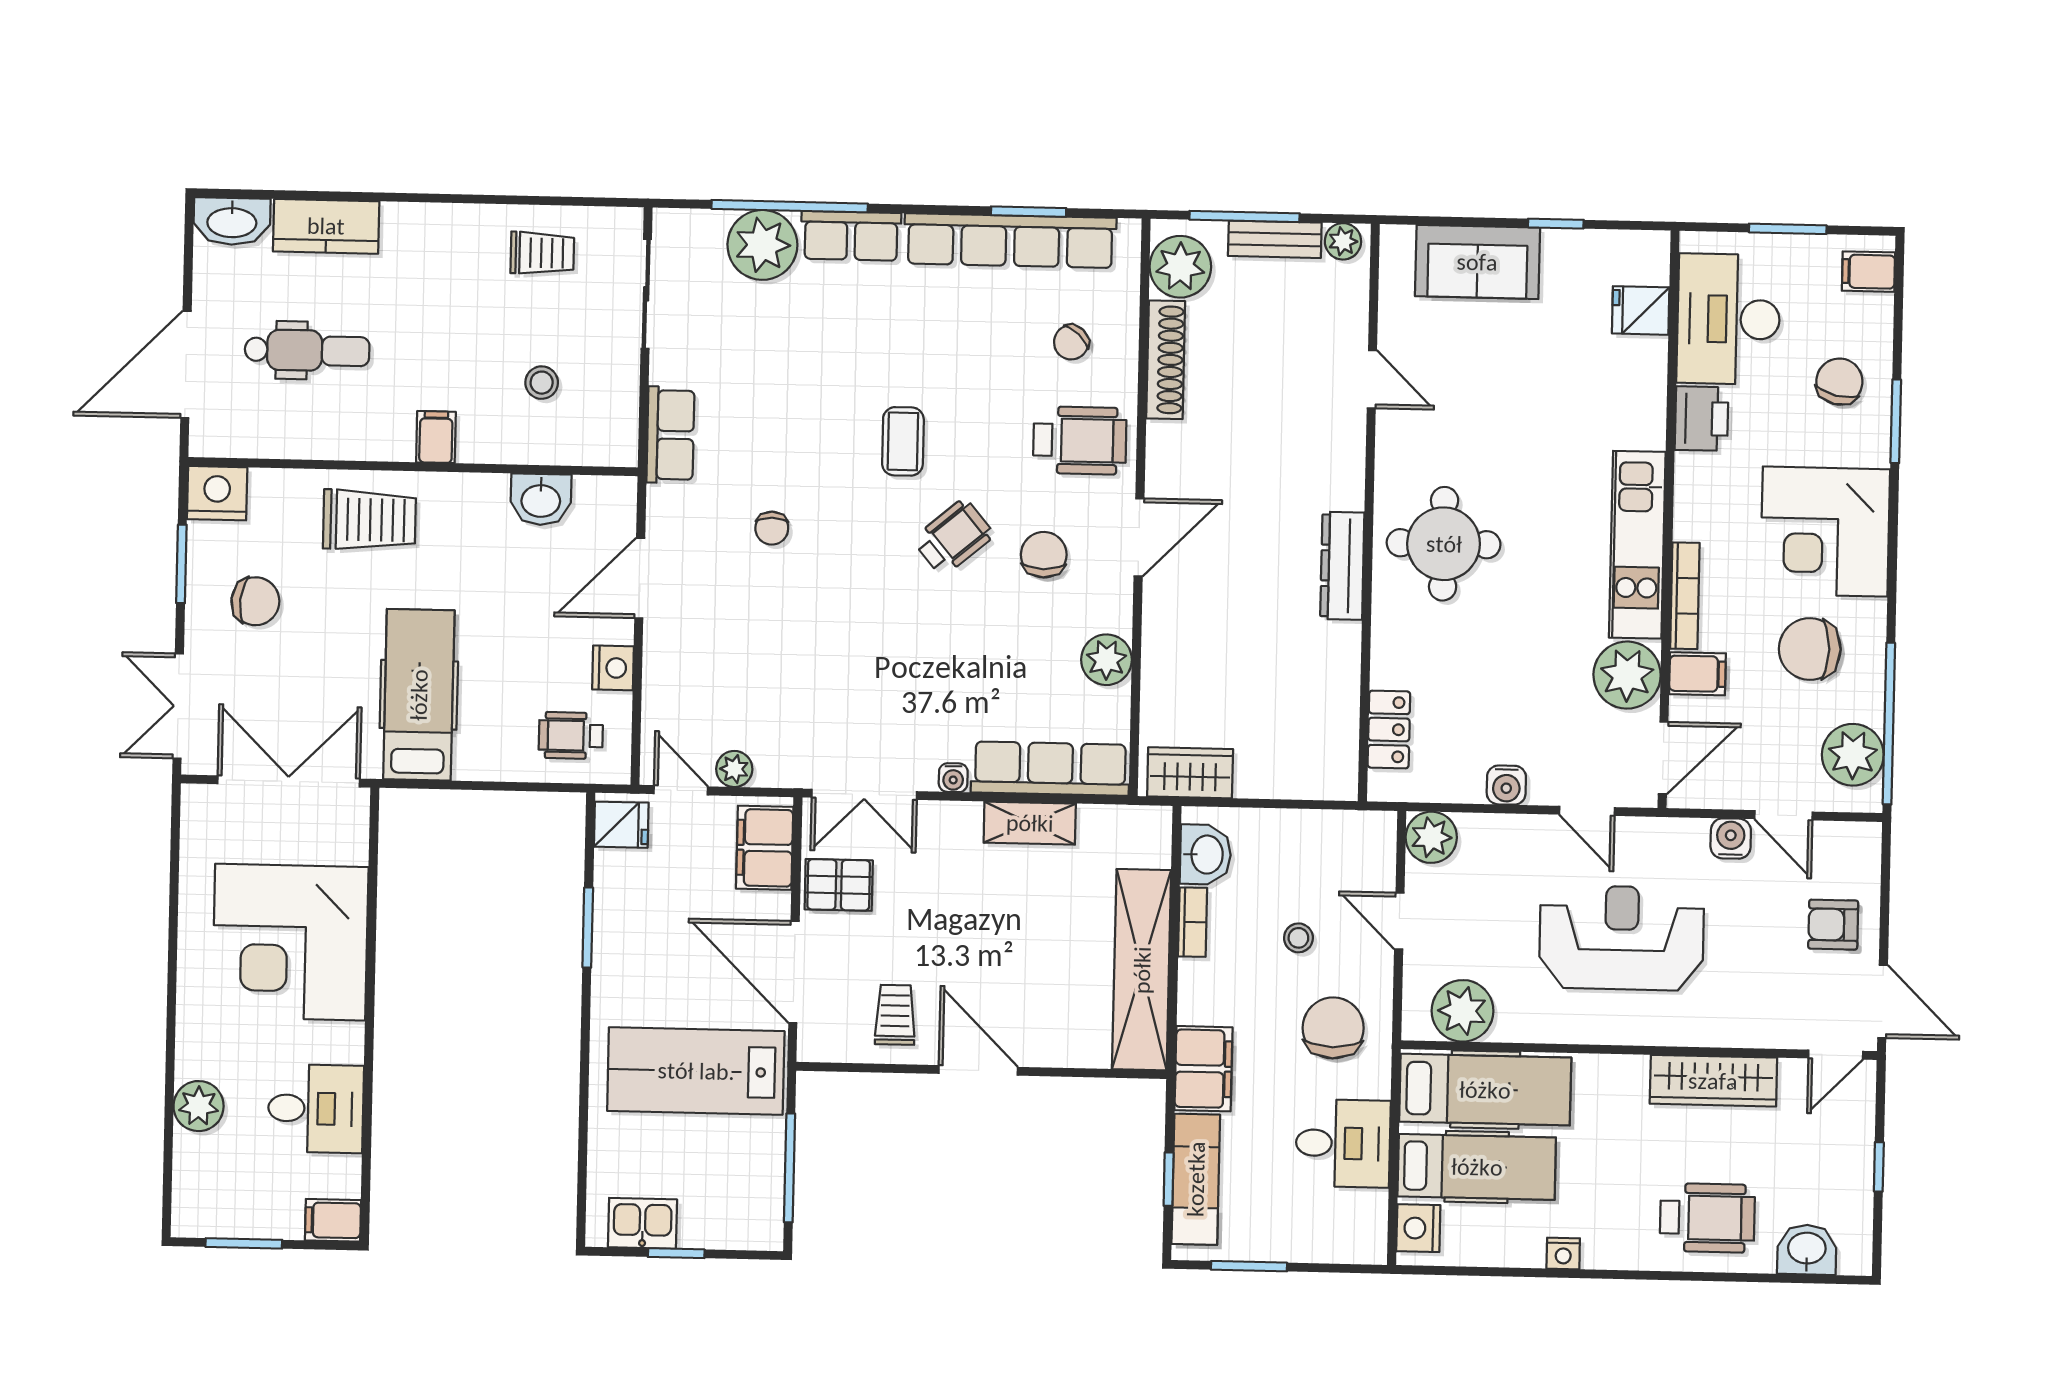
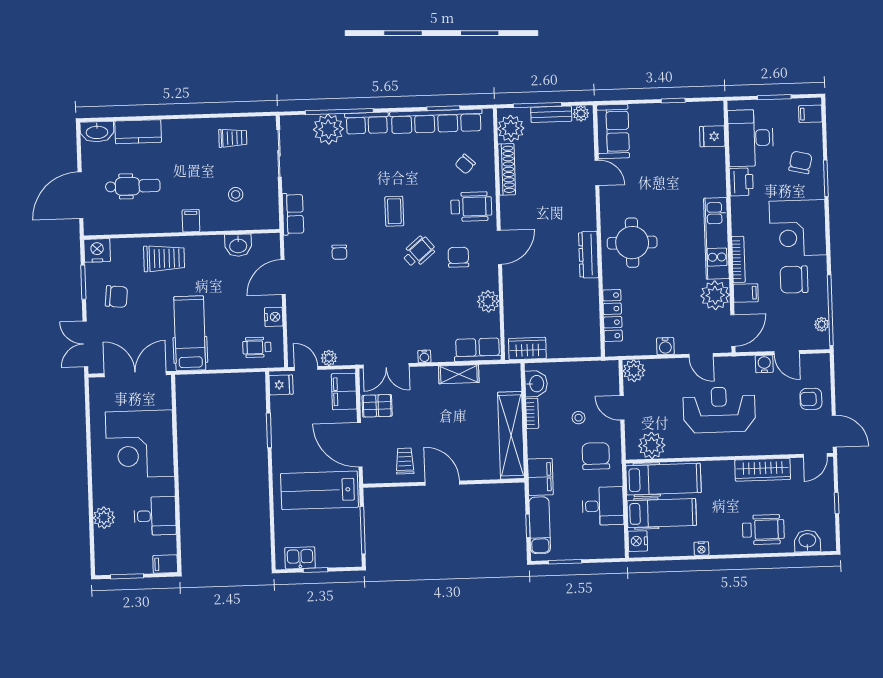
sofa: (1477, 262) -> (613, 131), moved, turned -90
locker: (1389, 729) -> (613, 315), width x1.53
plant: (1853, 755) -> (822, 324), width x0.53, depth x0.53
row of seats: (1050, 769) -> (478, 350), width x0.68

